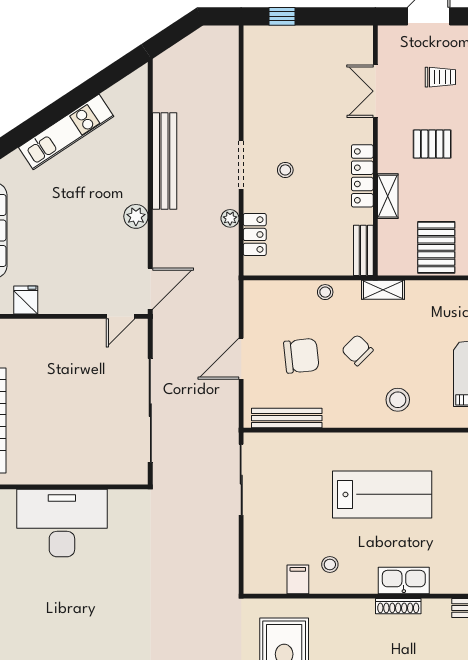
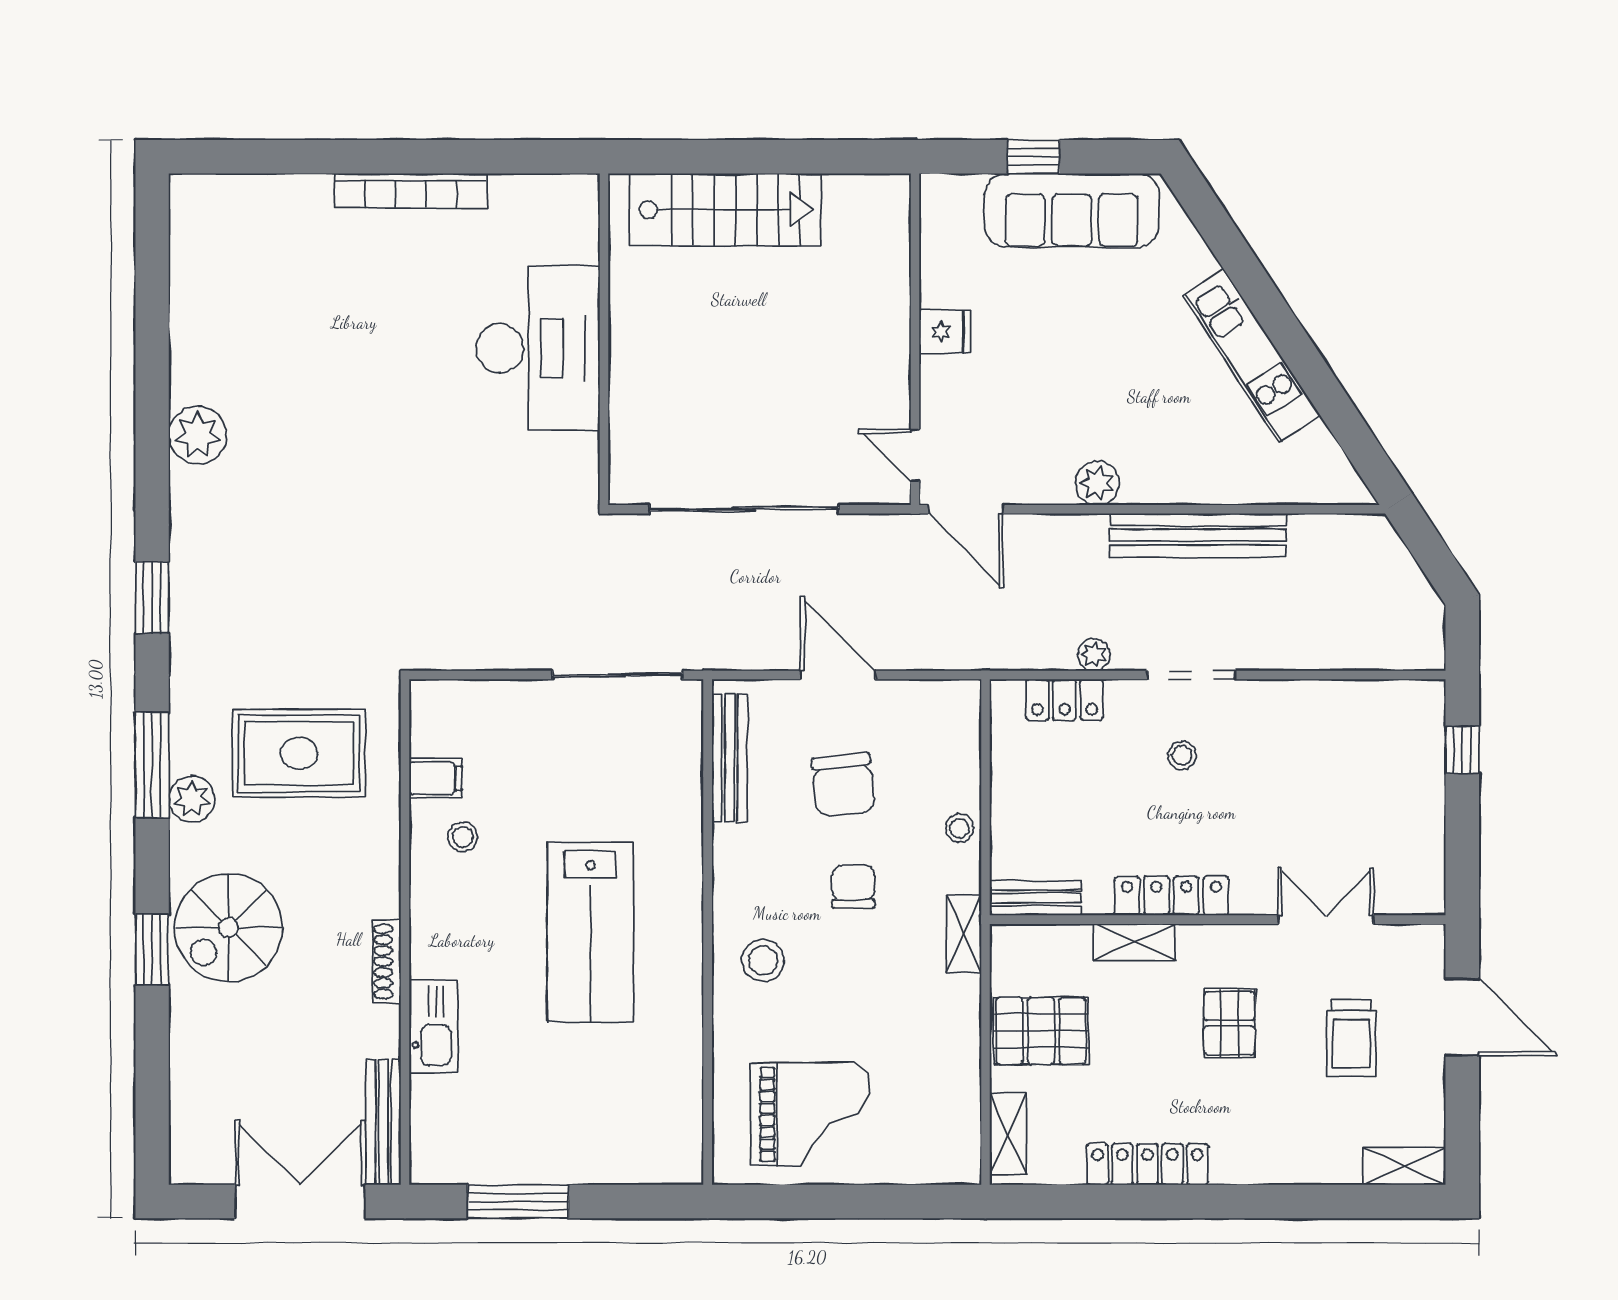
trolley: (440, 77) -> (1351, 1038), width x1.36, depth x1.39
fridge: (26, 300) -> (945, 332), moved
chair: (357, 350) -> (854, 887), turned -45
kitchen sink: (404, 580) -> (434, 1027), moved

